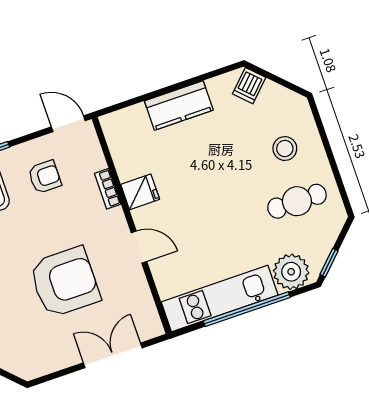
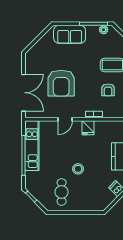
stool: (285, 149) -> (78, 169), moved
plant: (291, 272) -> (33, 179), removed
double door: (113, 355) -> (24, 93), width x1.37

